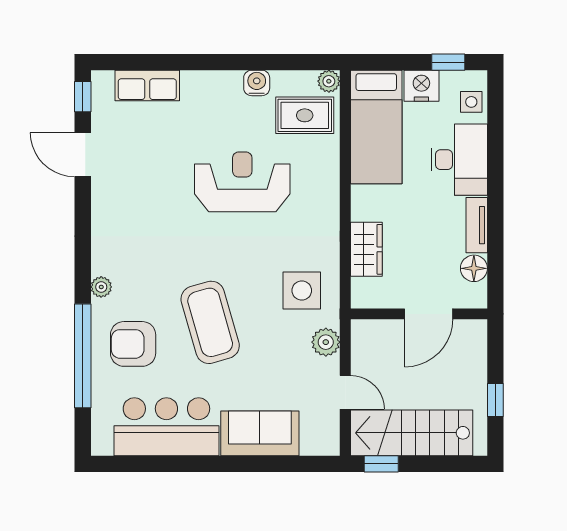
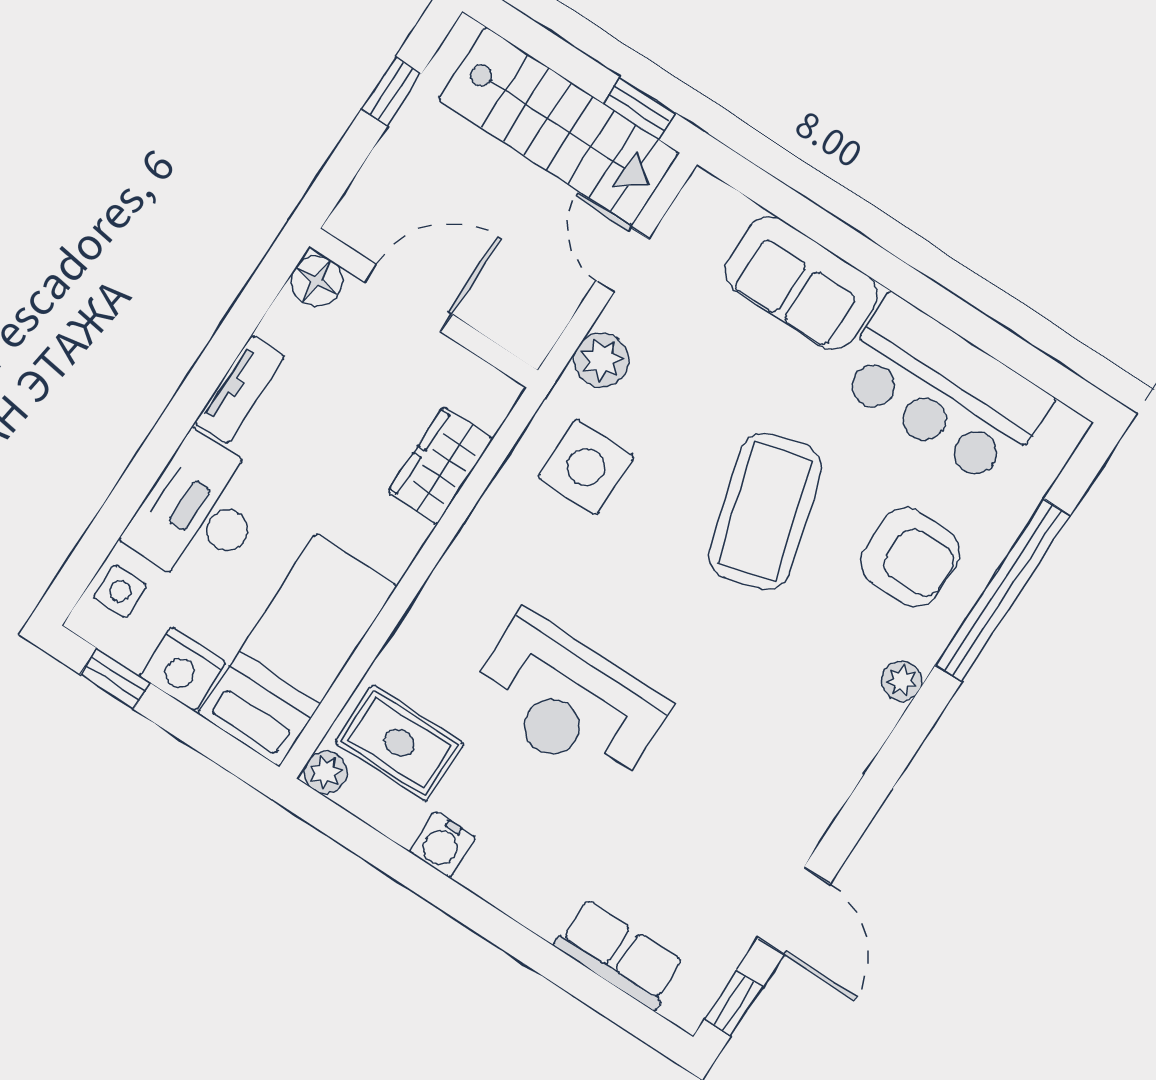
floor lamp: (474, 268) -> (317, 281), moved

